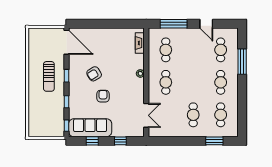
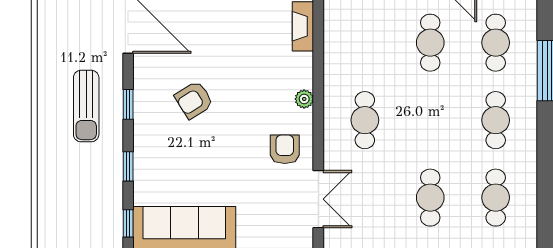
cafe table: (166, 50) -> (430, 43), moved
armchair: (103, 96) -> (285, 149), moved

